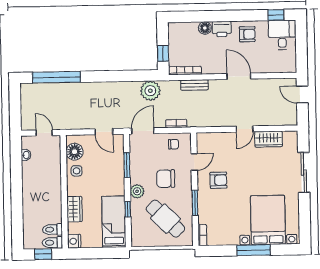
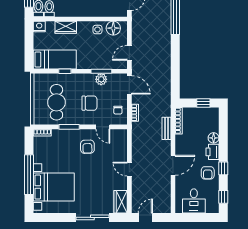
window: (241, 16) -> (223, 168), added
desk: (282, 35) -> (194, 201), moved, turned 90
window: (163, 53) -> (203, 103), moved
plant: (150, 91) -> (163, 92), removed
door: (302, 95) -> (145, 217), moved
wardrobe: (268, 139) -> (121, 202), moved
chair: (166, 179) -> (90, 103), turned 90
plant: (137, 191) -> (101, 79), moved
cafe table: (165, 219) -> (56, 102), turned -45
window: (254, 250) -> (29, 175), width x1.46

